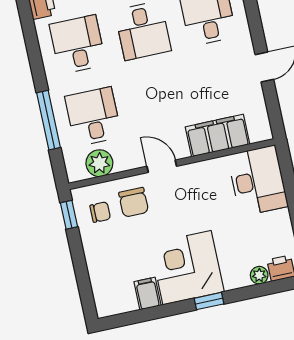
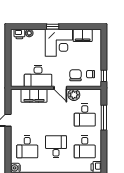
plant: (99, 163) -> (74, 95), moved
desk: (258, 181) -> (38, 76), moved, turned -90
filing cabinet: (147, 294) -> (83, 35), width x2.00

